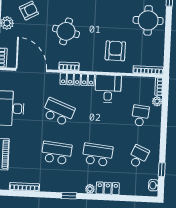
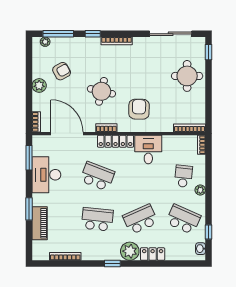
armchair: (115, 51) -> (139, 109), moved
plant: (157, 101) -> (200, 190), moved
school desk: (97, 155) -> (140, 219), turned -30
school desk: (138, 157) -> (183, 219), width x1.85
plant: (90, 189) -> (130, 251), width x1.87, depth x1.87

